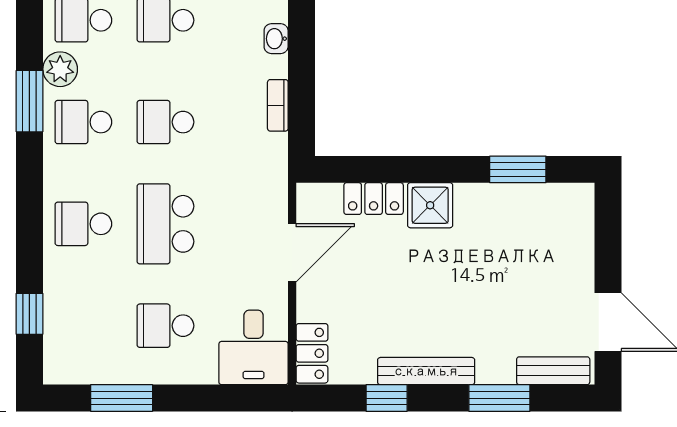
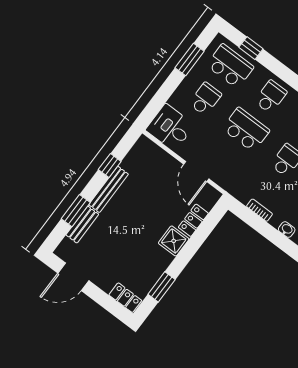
school desk: (83, 326) -> (230, 66), added
locker: (312, 353) -> (125, 298), moved, turned 180
bench: (553, 371) -> (82, 225), moved

